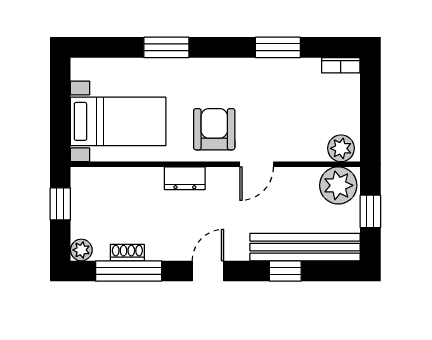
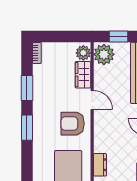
window: (166, 47) -> (27, 128), moved
wardrobe: (302, 148) -> (83, 75), added
dresser: (185, 178) -> (100, 165), moved

